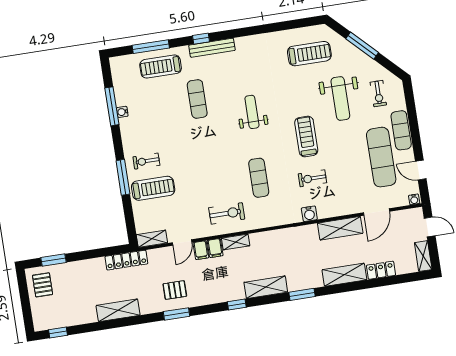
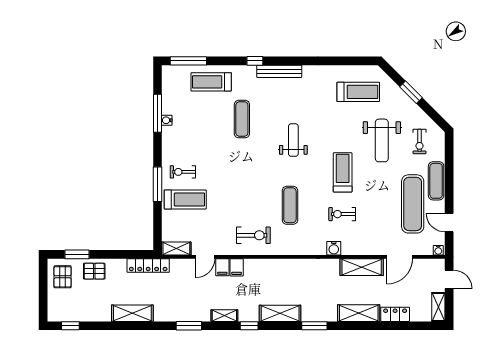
window: (362, 46) -> (411, 92), width x0.69
window: (151, 47) -> (188, 61), moved
bench: (212, 48) -> (279, 71), moved
shelving: (236, 242) -> (224, 316), moved
pallet: (175, 290) -> (94, 271), moved

